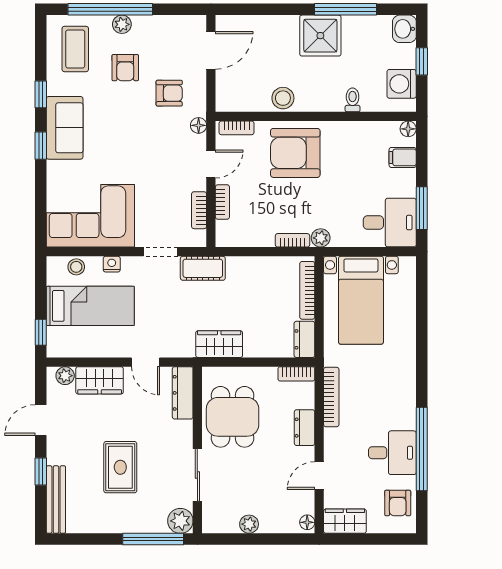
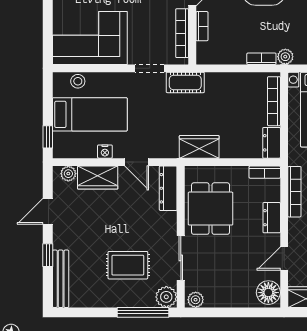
bookcase: (199, 210) -> (182, 33), width x1.56
nightstand: (112, 264) -> (105, 152), moved, turned 180
rug: (120, 467) -> (128, 265), moved, turned 90
floor lamp: (307, 522) -> (268, 293), width x1.89, depth x1.89
plant: (249, 524) -> (196, 300), moved

